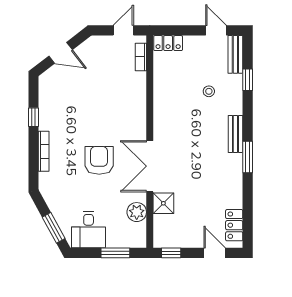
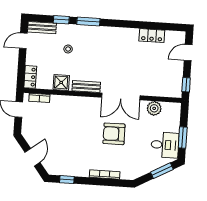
window: (34, 117) -> (67, 180), moved
bench: (235, 134) -> (86, 86), moved
window: (248, 157) -> (88, 21), moved
shower: (163, 203) -> (61, 82), moved
locker: (234, 225) -> (152, 36), moved
window: (115, 253) -> (183, 137), moved

